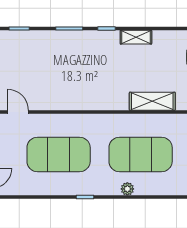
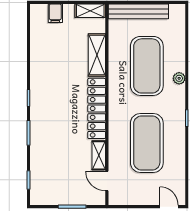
shelving: (136, 37) -> (99, 155), moved
locker: (95, 101) -> (97, 108), added
door: (18, 112) -> (107, 181), hinge flipped

